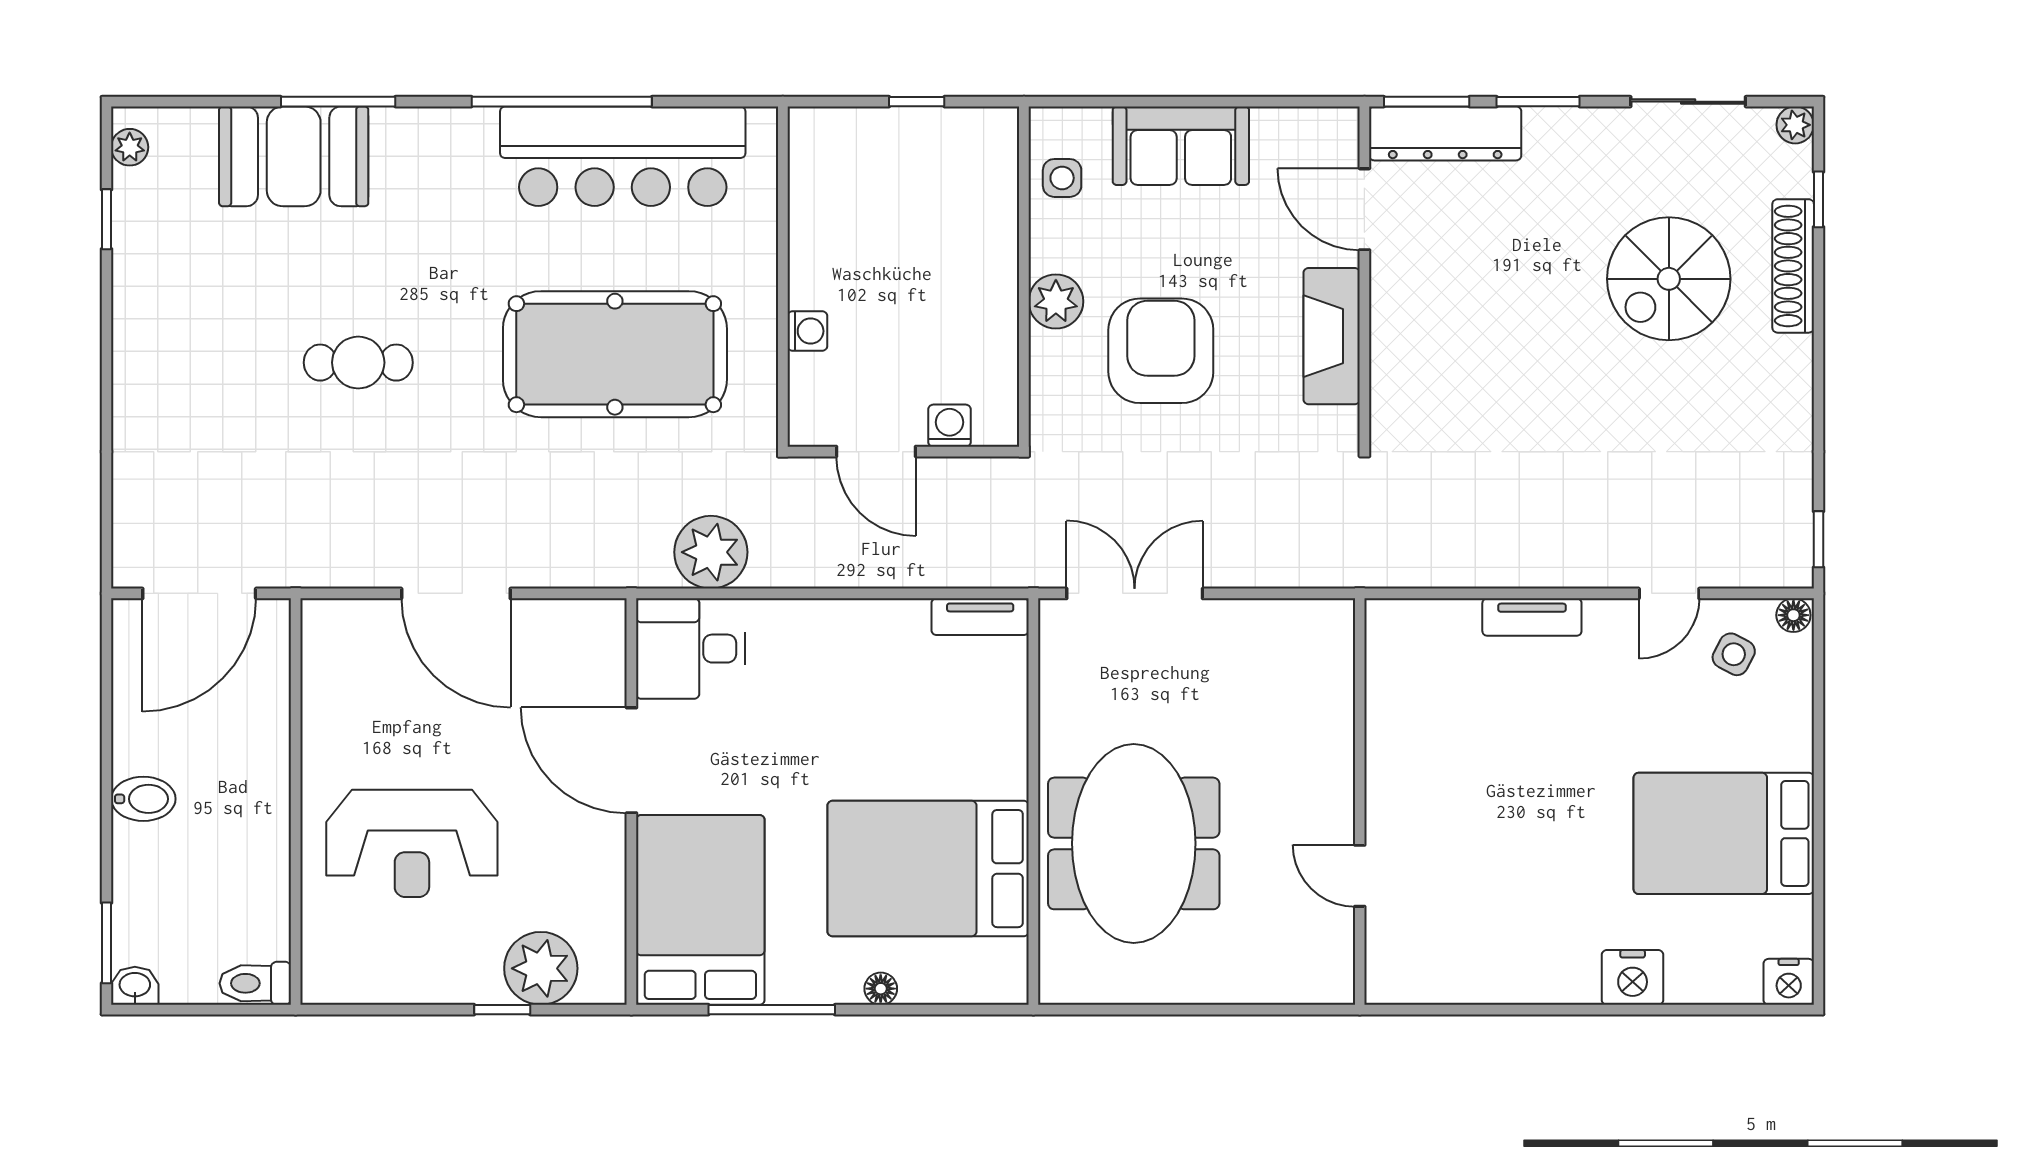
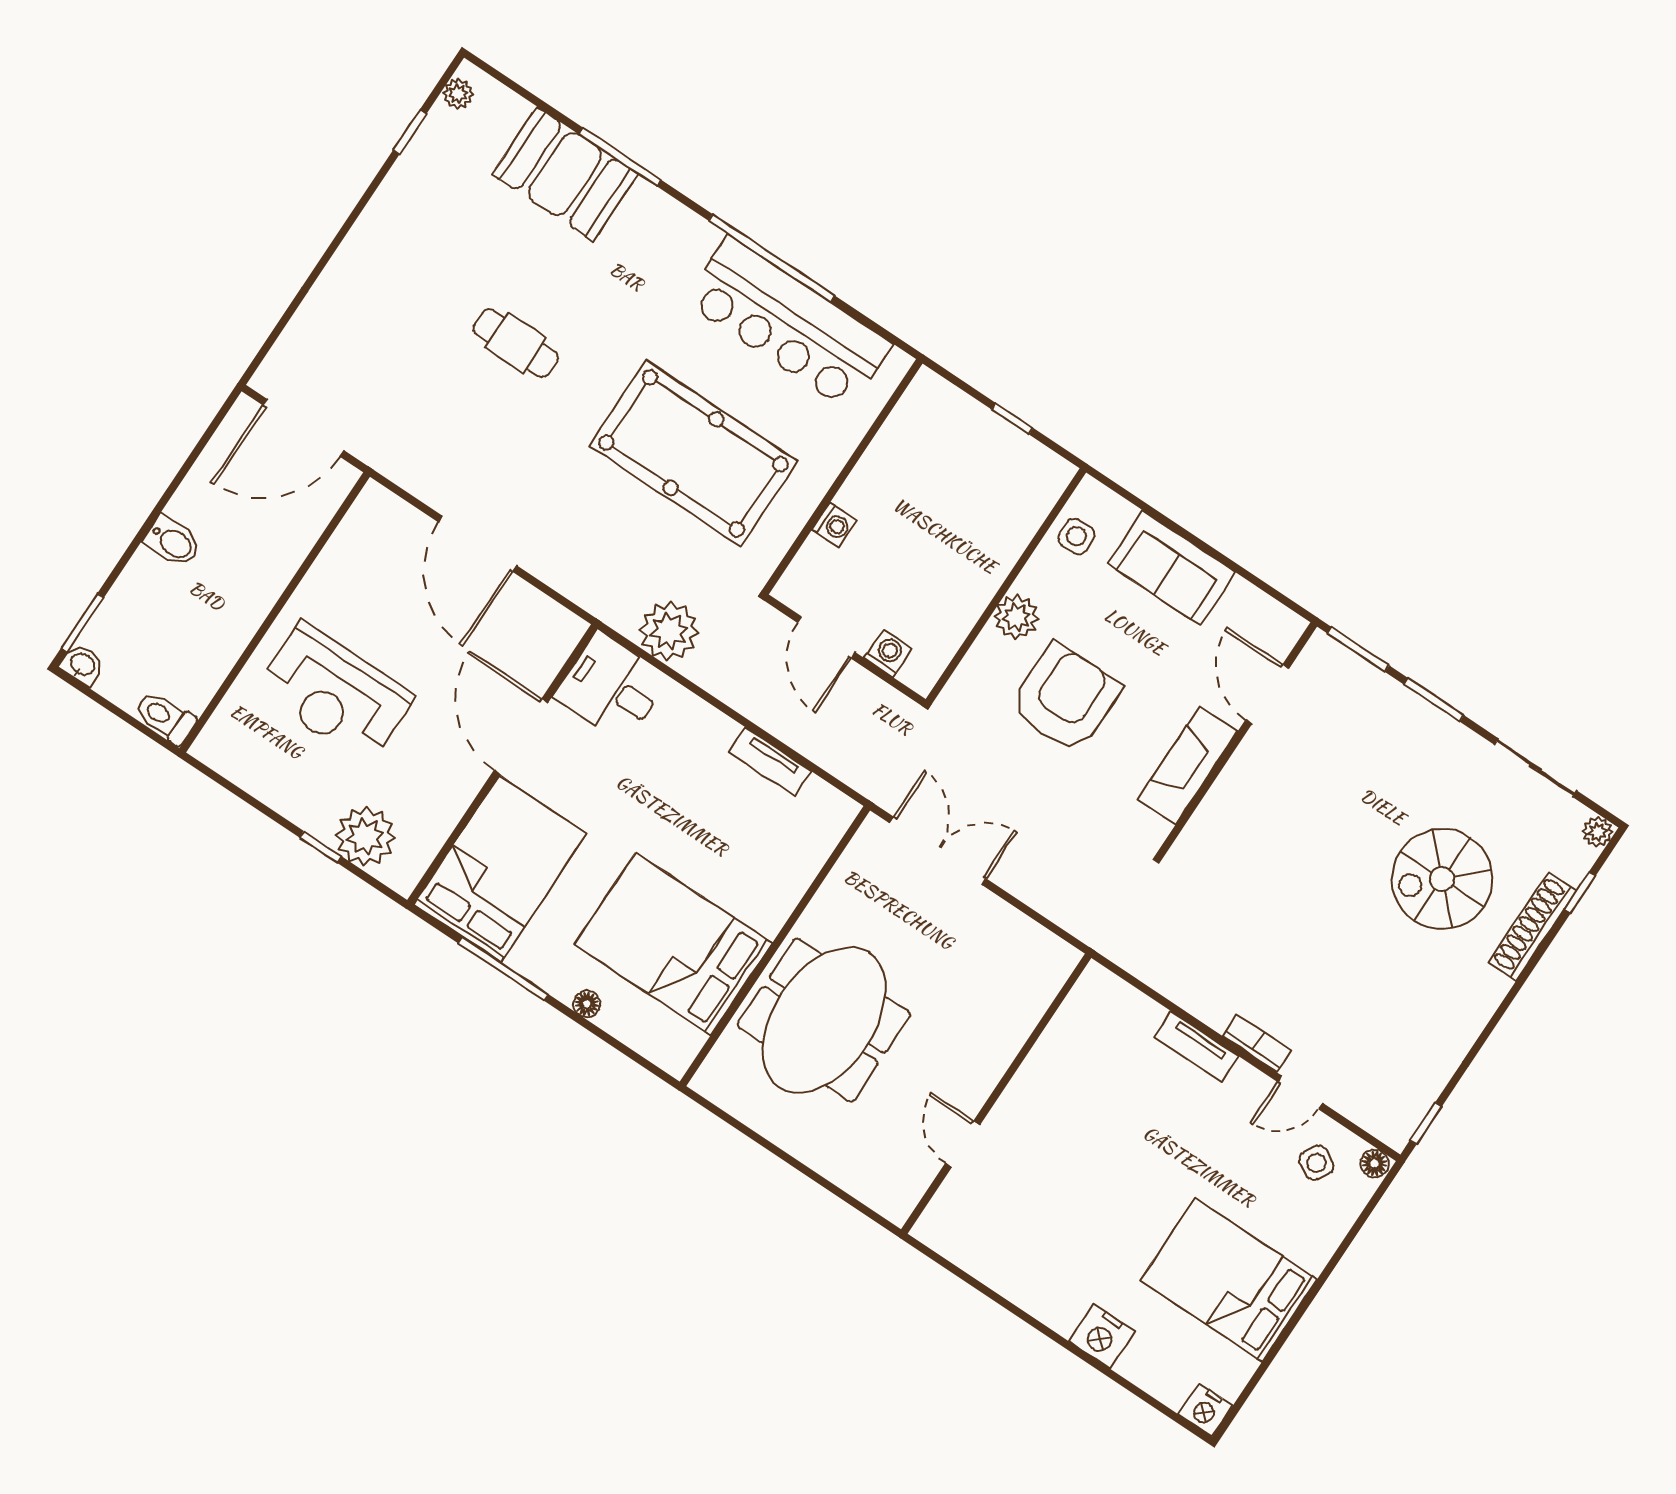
dresser: (1445, 133) -> (1356, 679), removed
bookcase: (1592, 573) -> (1257, 1043), added
tv unit: (980, 617) -> (770, 762), moved

